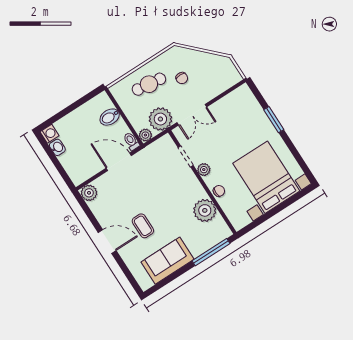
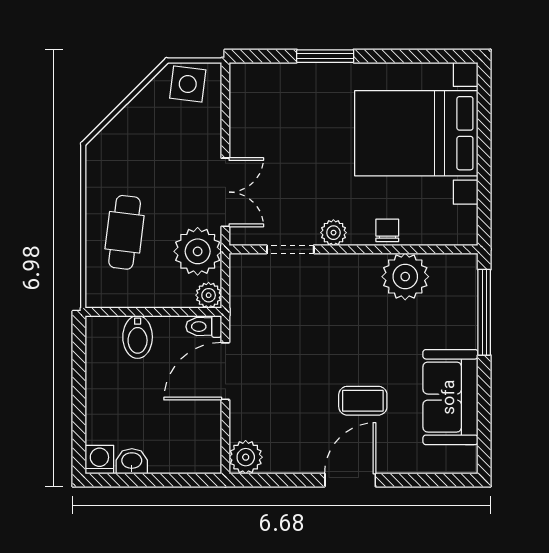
side table: (226, 71) -> (188, 84), added
chair: (182, 78) -> (151, 169), removed

